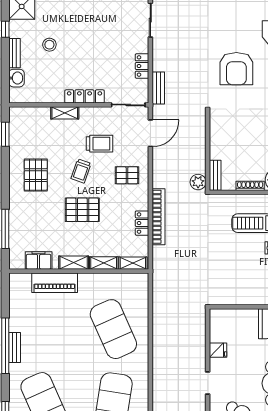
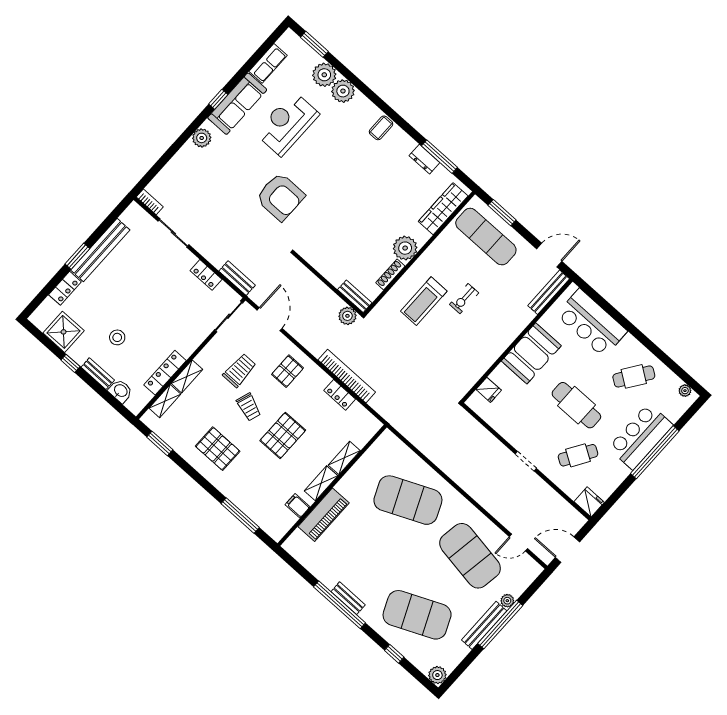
locker: (84, 96) -> (165, 373), moved
filing cabinet: (39, 260) -> (298, 506), width x0.50
shelving: (133, 263) -> (165, 401), moved
fridge: (218, 350) -> (489, 390), moved, turned 90

